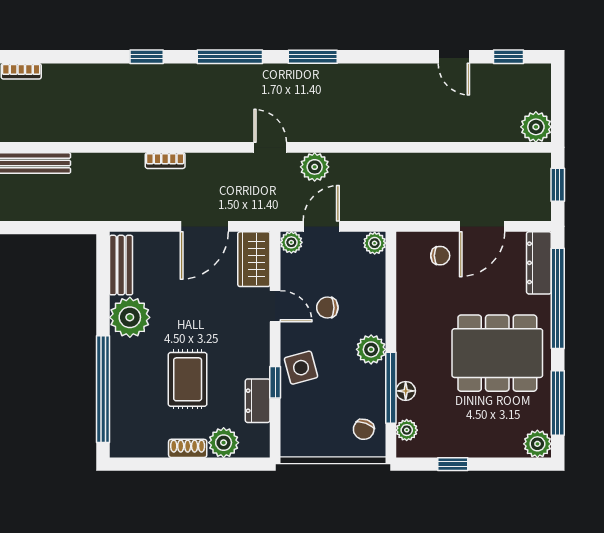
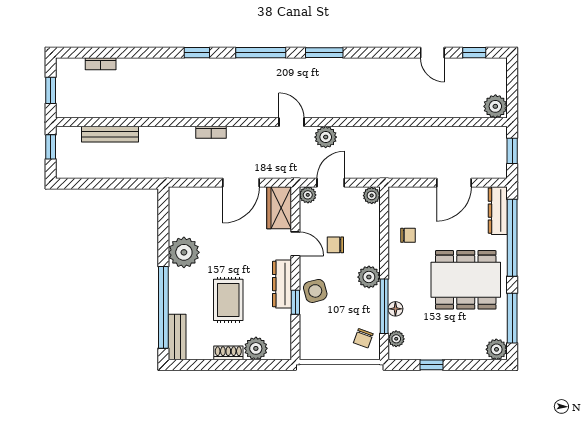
chair: (440, 256) -> (408, 235), moved
bench: (121, 265) -> (177, 337), moved
dresser: (258, 401) -> (282, 284), moved, width x1.44

